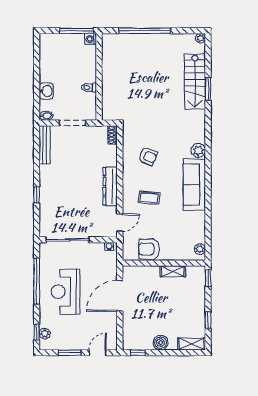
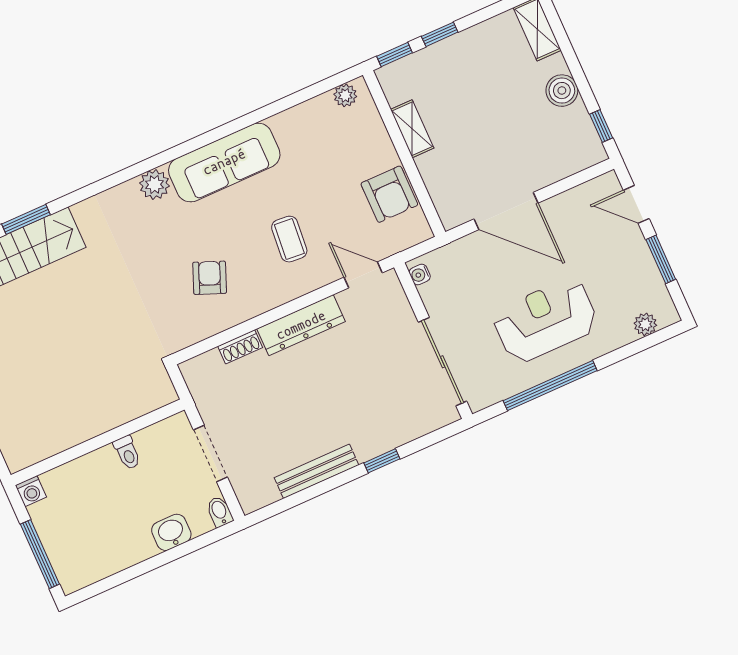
window: (77, 31) -> (40, 554), moved
shoe rack: (113, 135) -> (240, 347), moved
bench: (45, 145) -> (316, 471), moved
reception desk: (65, 292) -> (545, 320), turned 180
window: (208, 320) -> (440, 34), moved
window: (37, 332) -> (649, 341), removed

